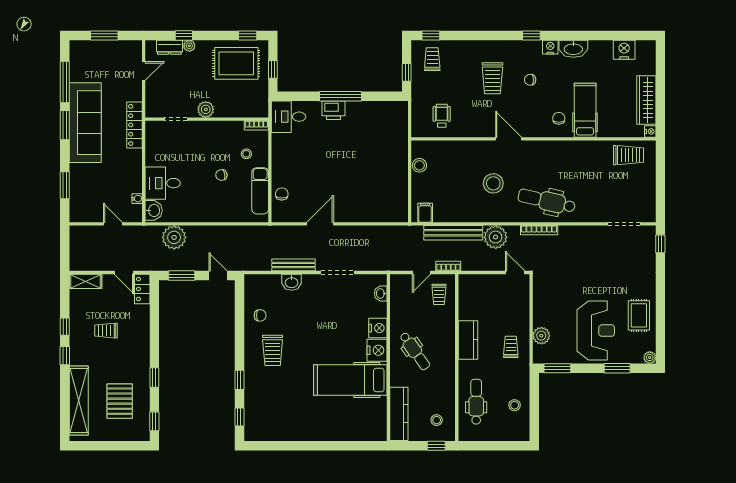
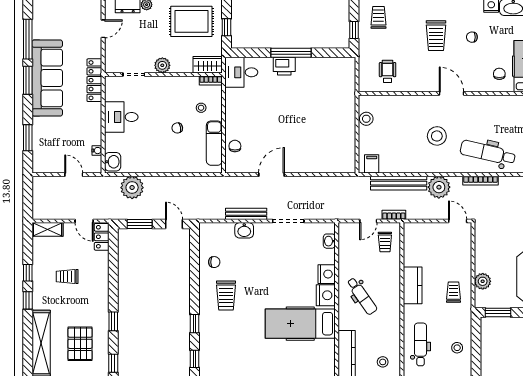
wardrobe: (253, 109) -> (208, 65), added
desk: (163, 183) -> (121, 117), moved

